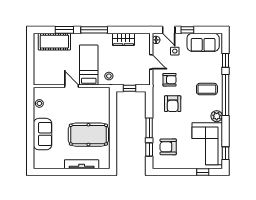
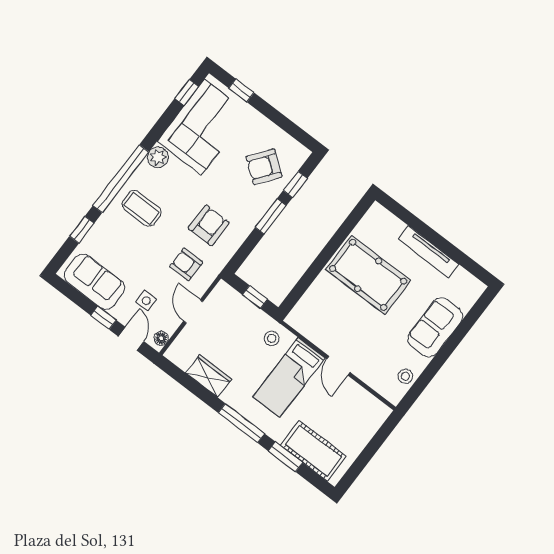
armchair: (168, 147) -> (264, 167), turned 127
tv unit: (82, 164) -> (428, 252), moved

